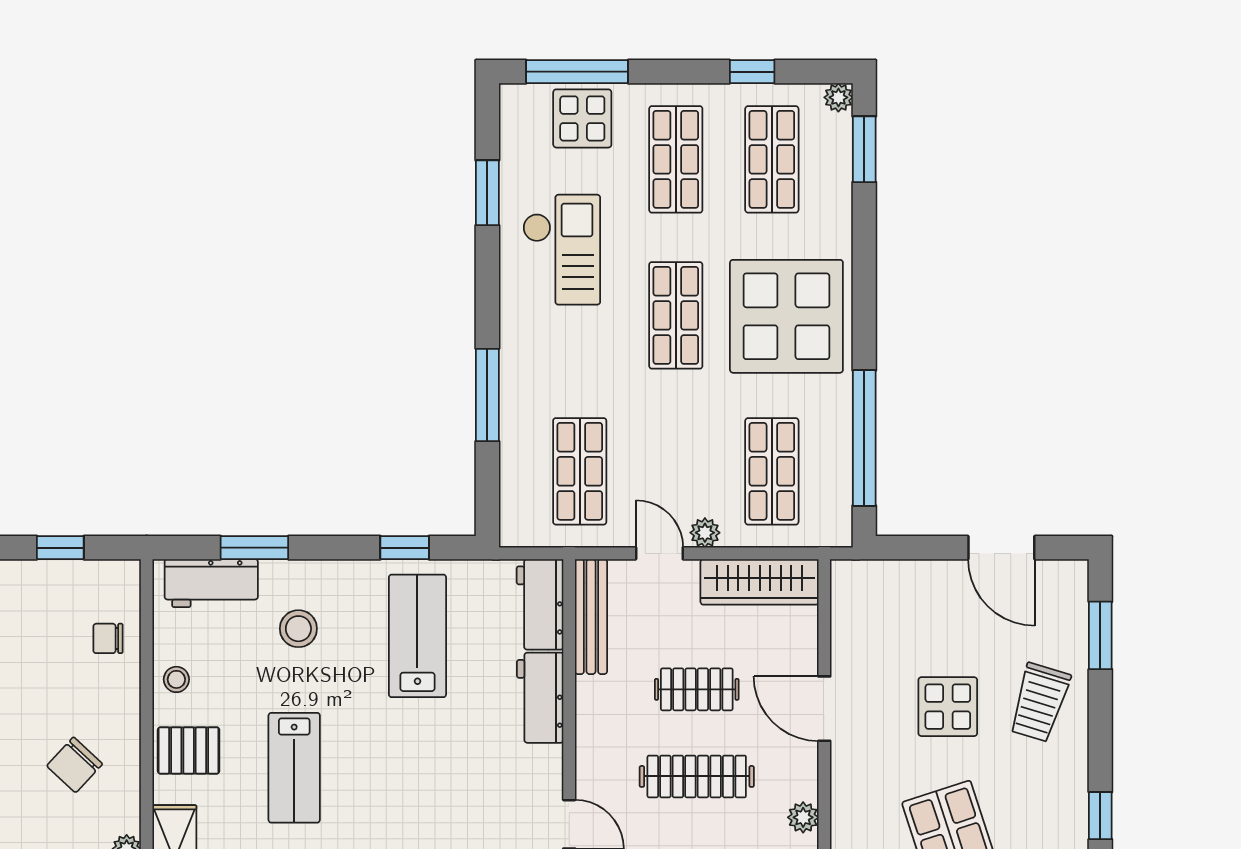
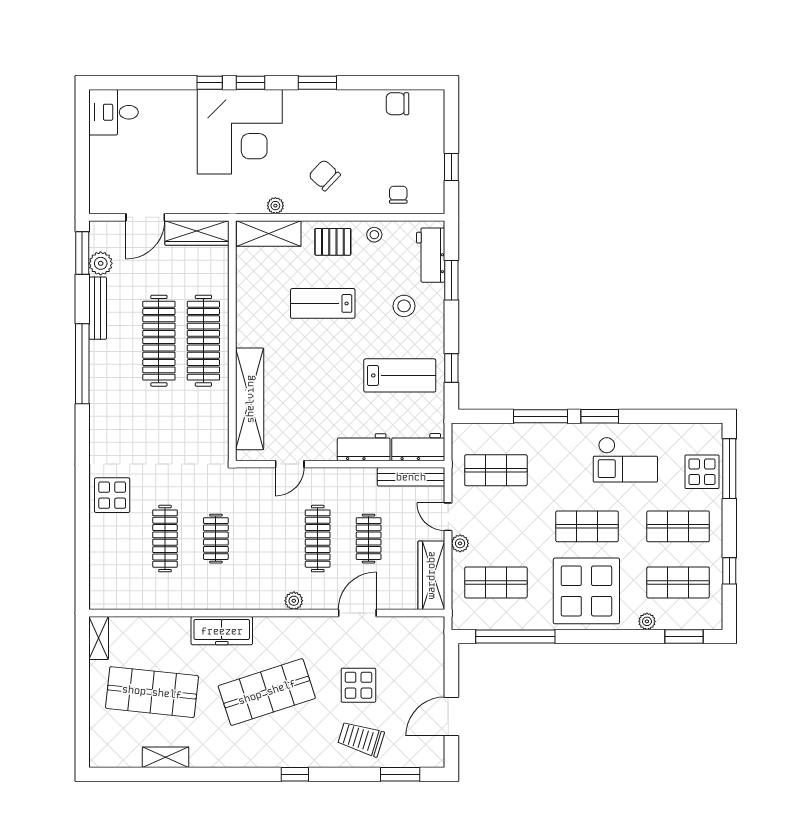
plant: (838, 97) -> (647, 621), moved
window: (487, 193) -> (600, 416), moved
door: (659, 553) -> (448, 517), swing flipped
pallet: (189, 750) -> (333, 242), turned 90

